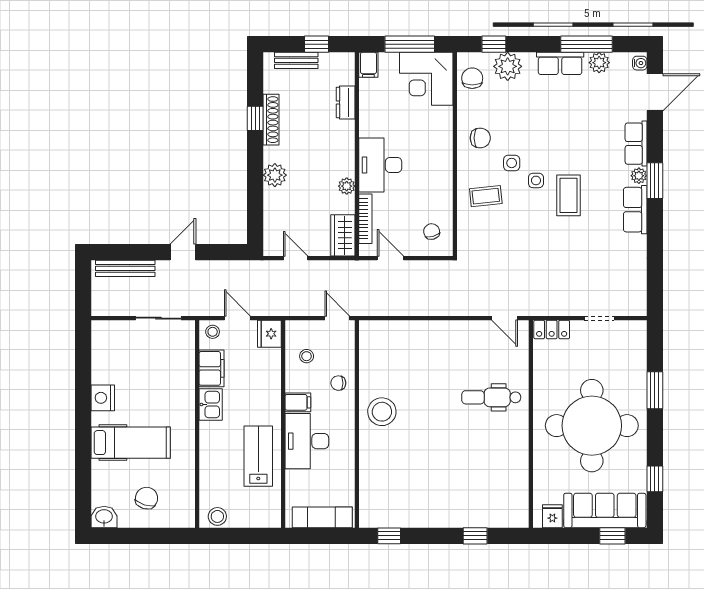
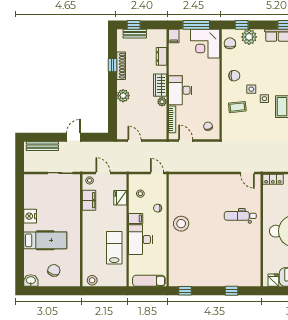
window: (317, 44) -> (134, 25), moved
wardrobe: (343, 235) -> (160, 85), moved
fridge: (269, 334) -> (120, 198), moved
kitchen sink: (211, 404) -> (89, 220), removed

